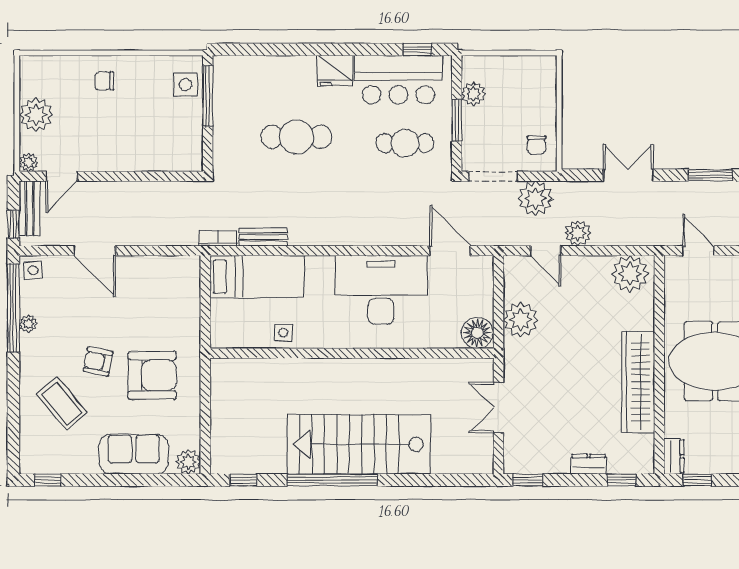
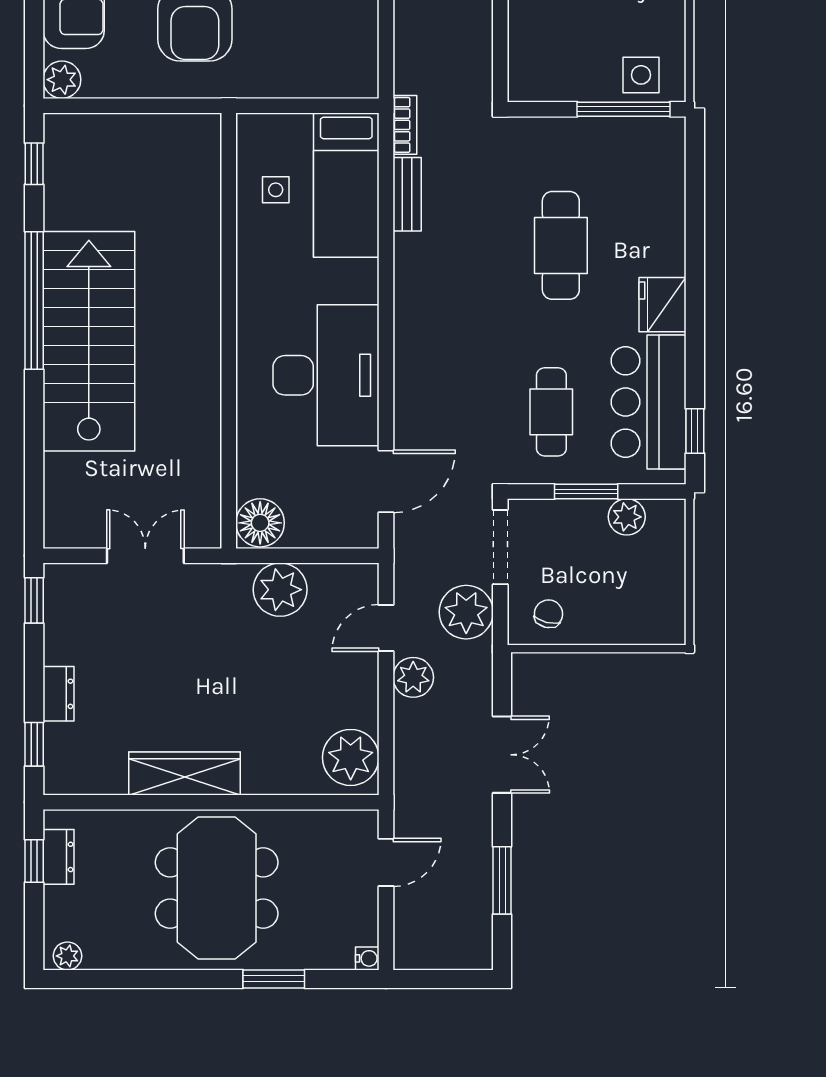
chair: (536, 145) -> (549, 614), turned 104
side table: (283, 333) -> (276, 190), moved
wardrobe: (638, 382) -> (184, 773), width x0.71, depth x0.85
dresser: (674, 456) -> (59, 857), moved, turned -90

